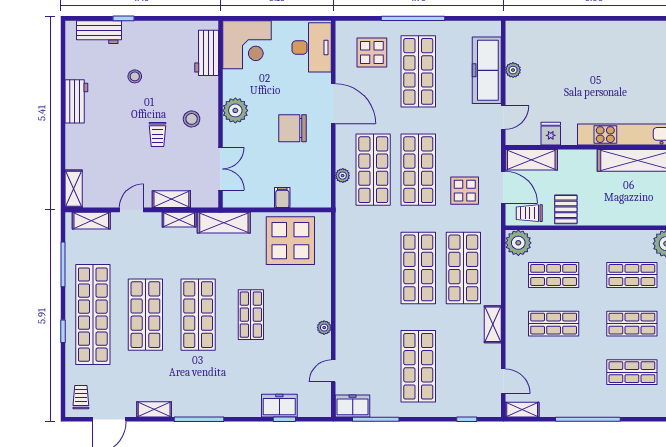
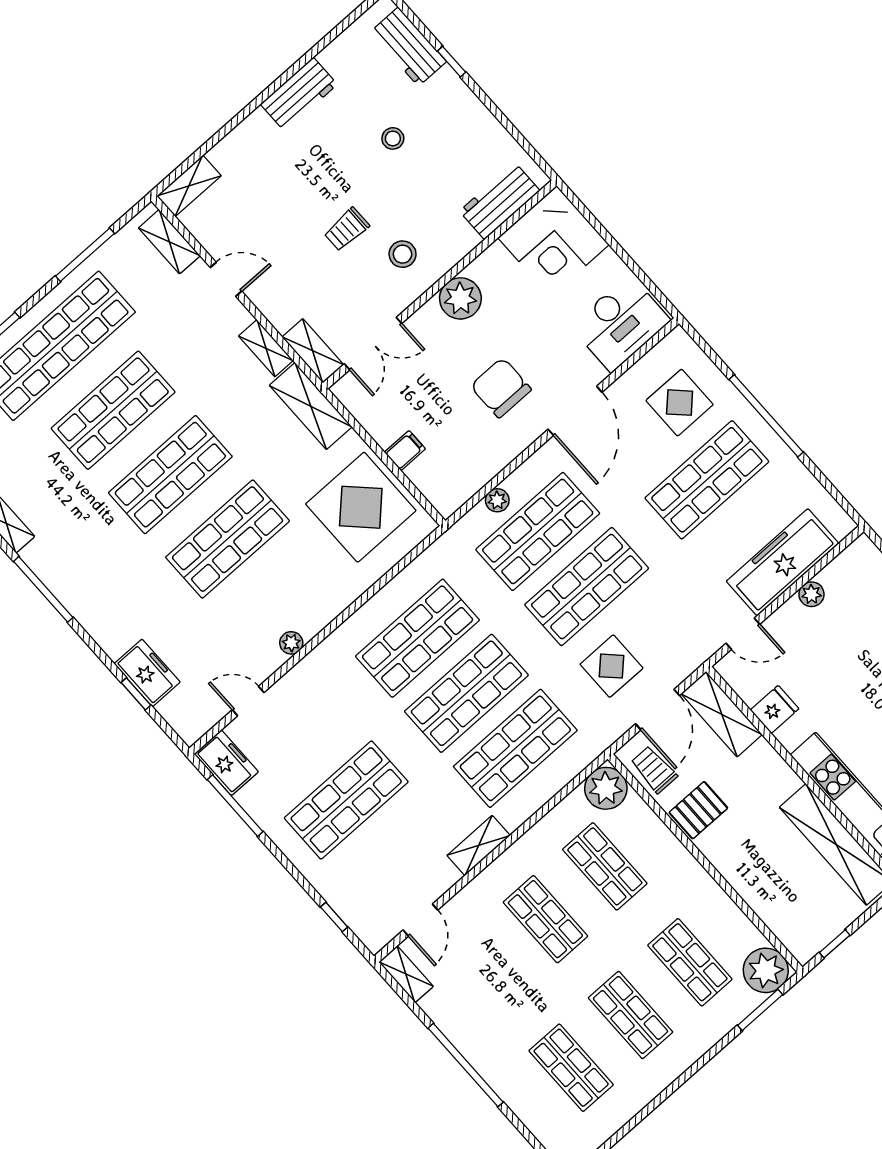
shelving: (171, 199) -> (313, 351), moved
shop shelf: (373, 268) -> (418, 638), added
shop shelf: (251, 315) -> (228, 539), width x1.43, depth x1.36

